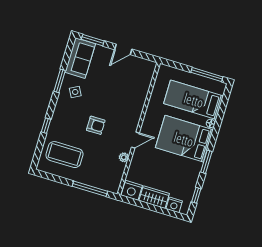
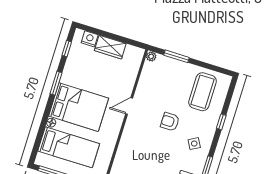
side table: (75, 92) -> (194, 144), moved
coffee table: (64, 155) -> (202, 92), turned 90
plant: (124, 157) -> (151, 56), moved
window: (90, 189) -> (177, 56), width x0.69
nightstand: (132, 190) -> (133, 54), removed

